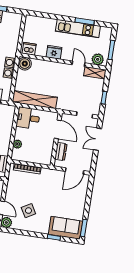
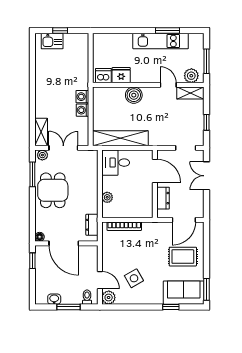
fridge: (54, 52) -> (121, 75), moved
boiler: (25, 64) -> (134, 95), moved
rug: (69, 199) -> (183, 257), added

